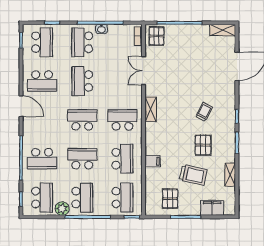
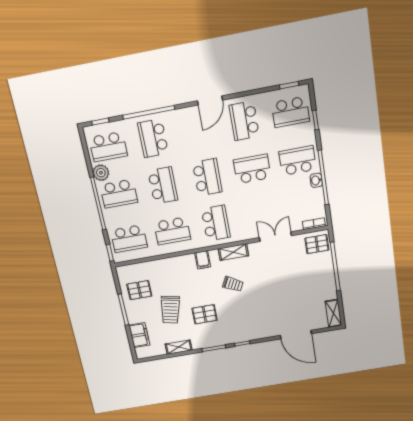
trolley: (204, 112) -> (233, 284), moved
filing cabinet: (153, 161) -> (203, 260), moved

